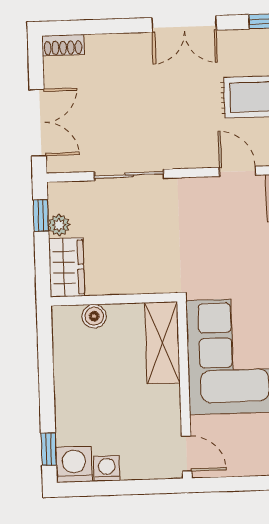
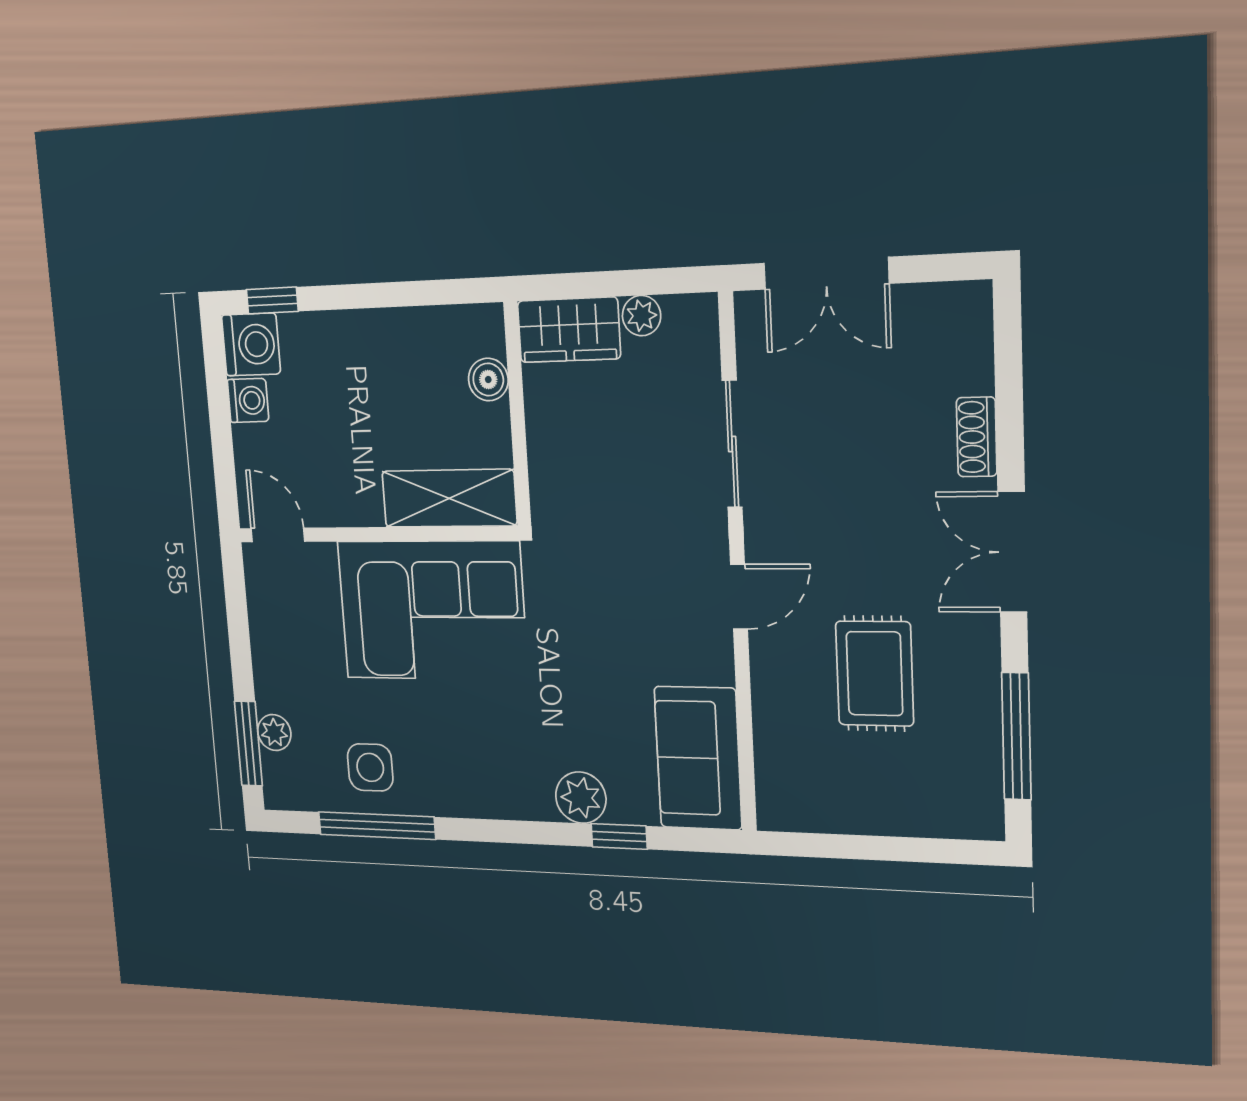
shoe rack: (63, 45) -> (977, 437), moved
door: (237, 171) -> (739, 597), moved
window: (41, 216) -> (657, 282), removed
door: (187, 454) -> (278, 535), swing flipped

